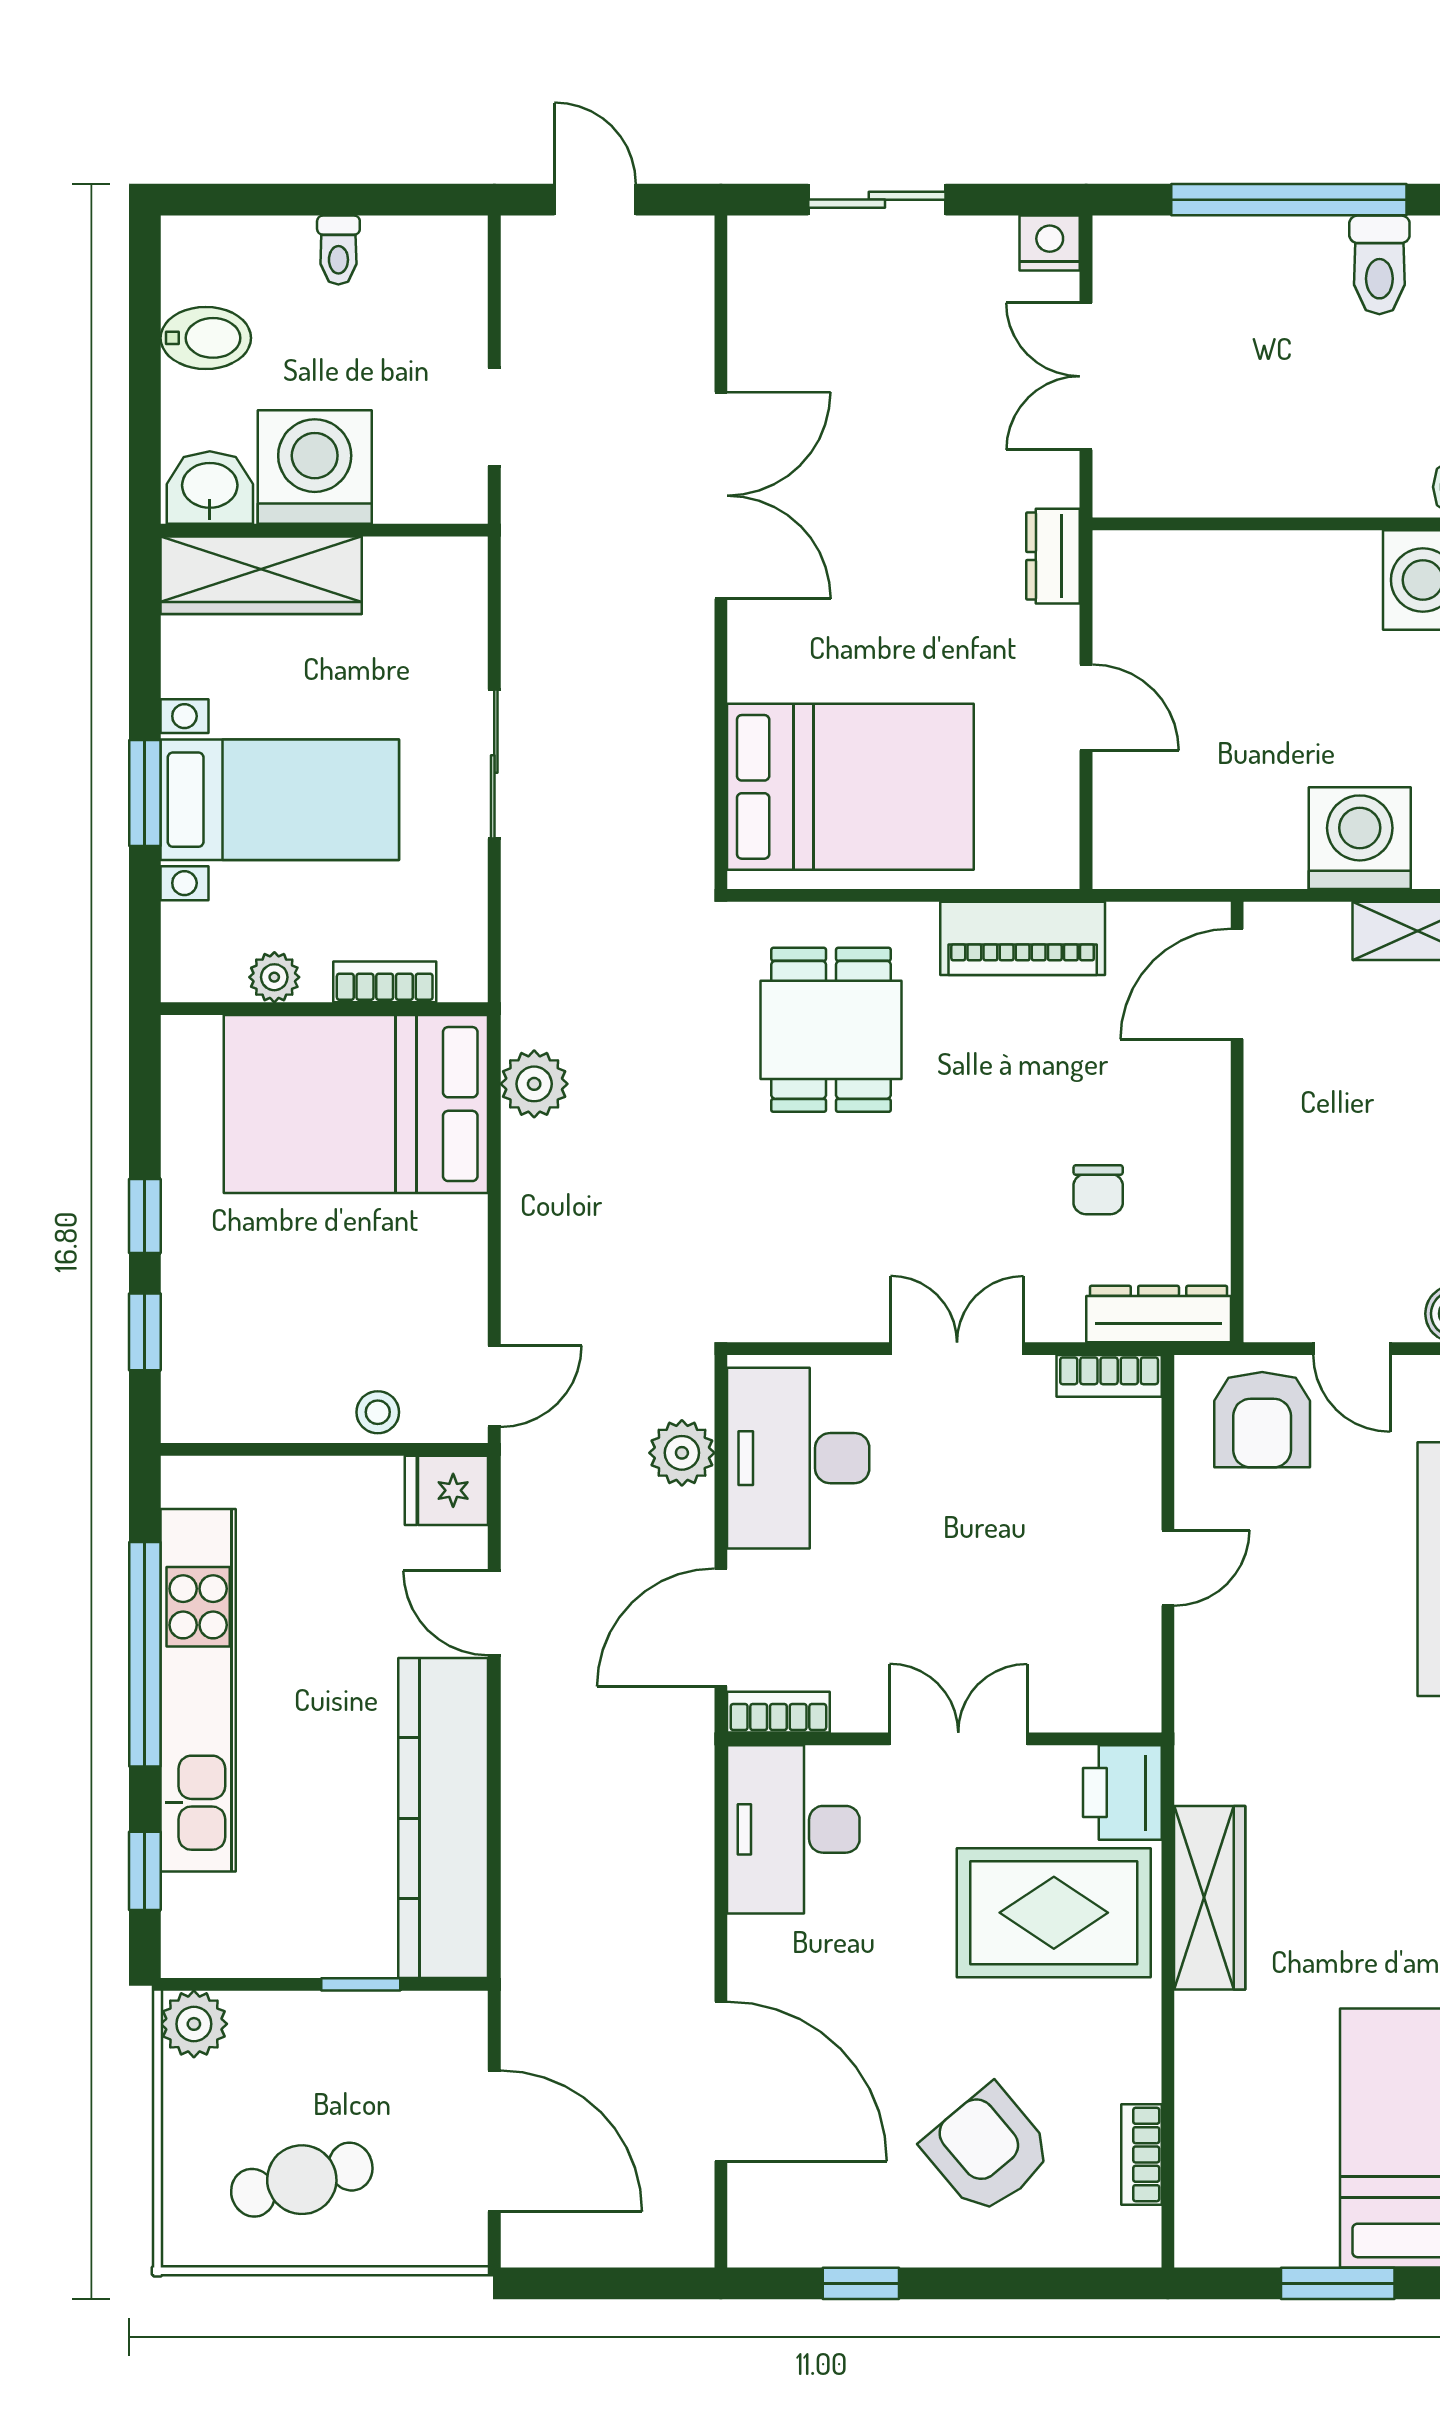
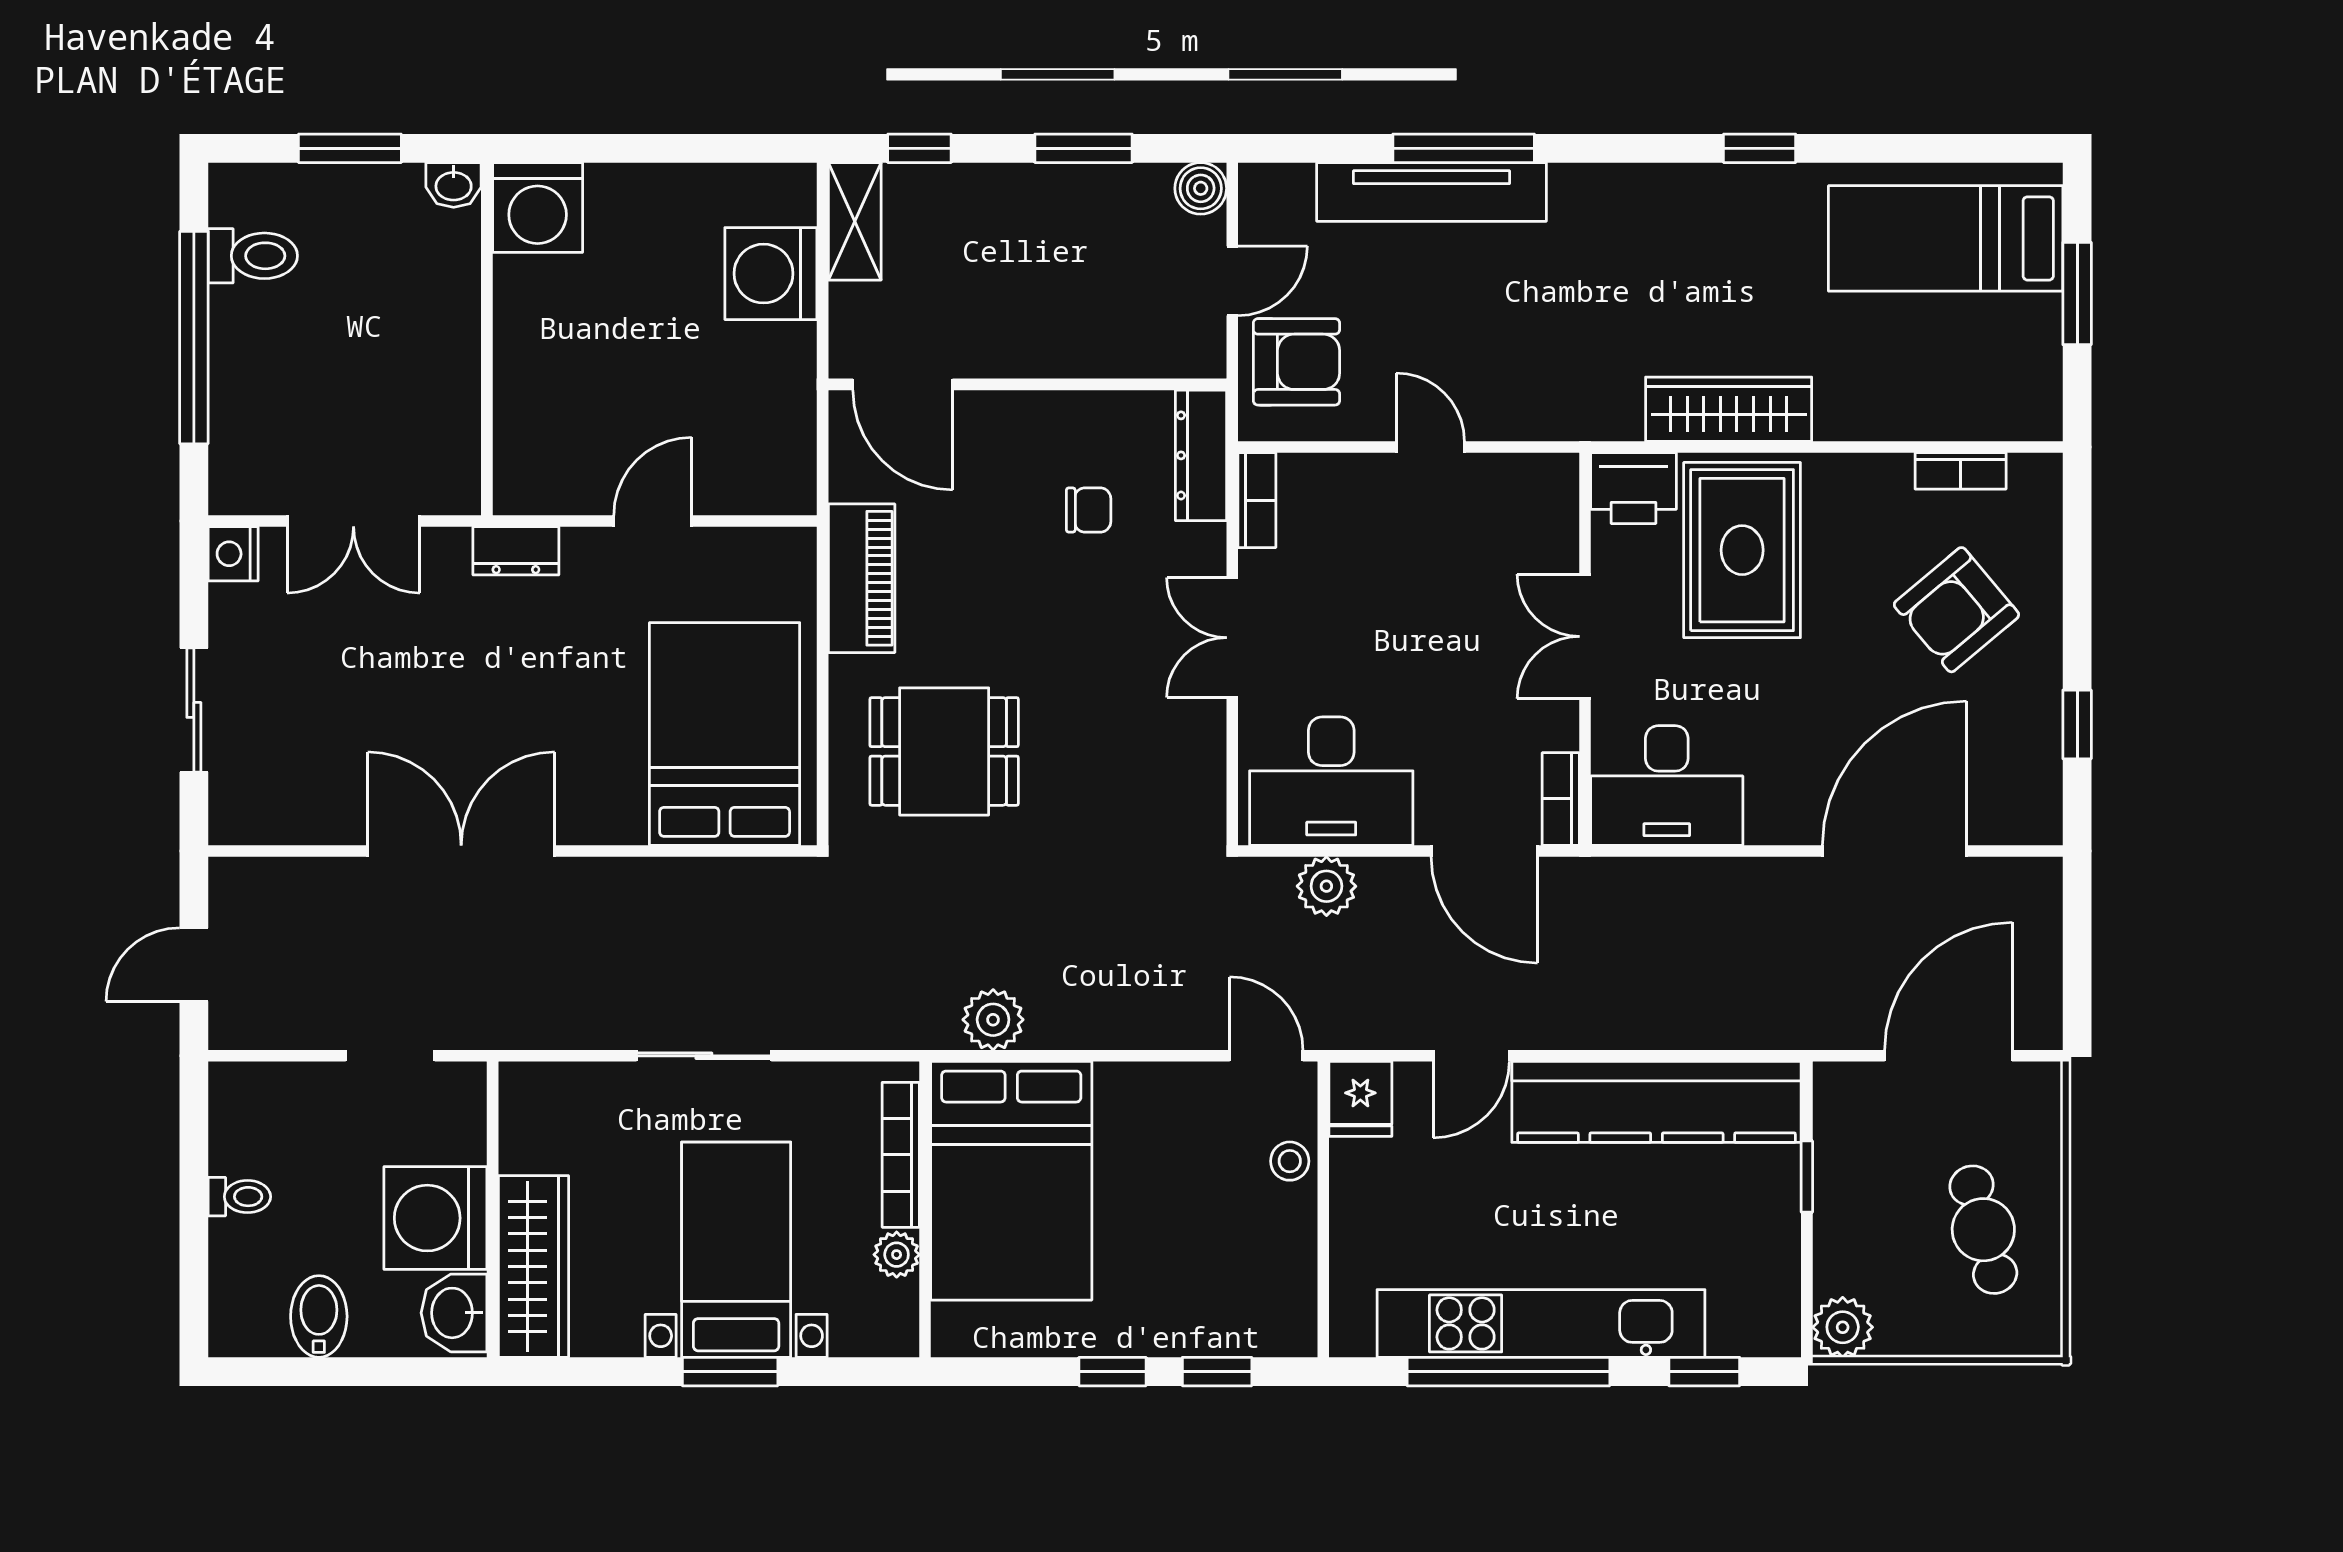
bookcase: (385, 982) -> (901, 1155), width x1.56

